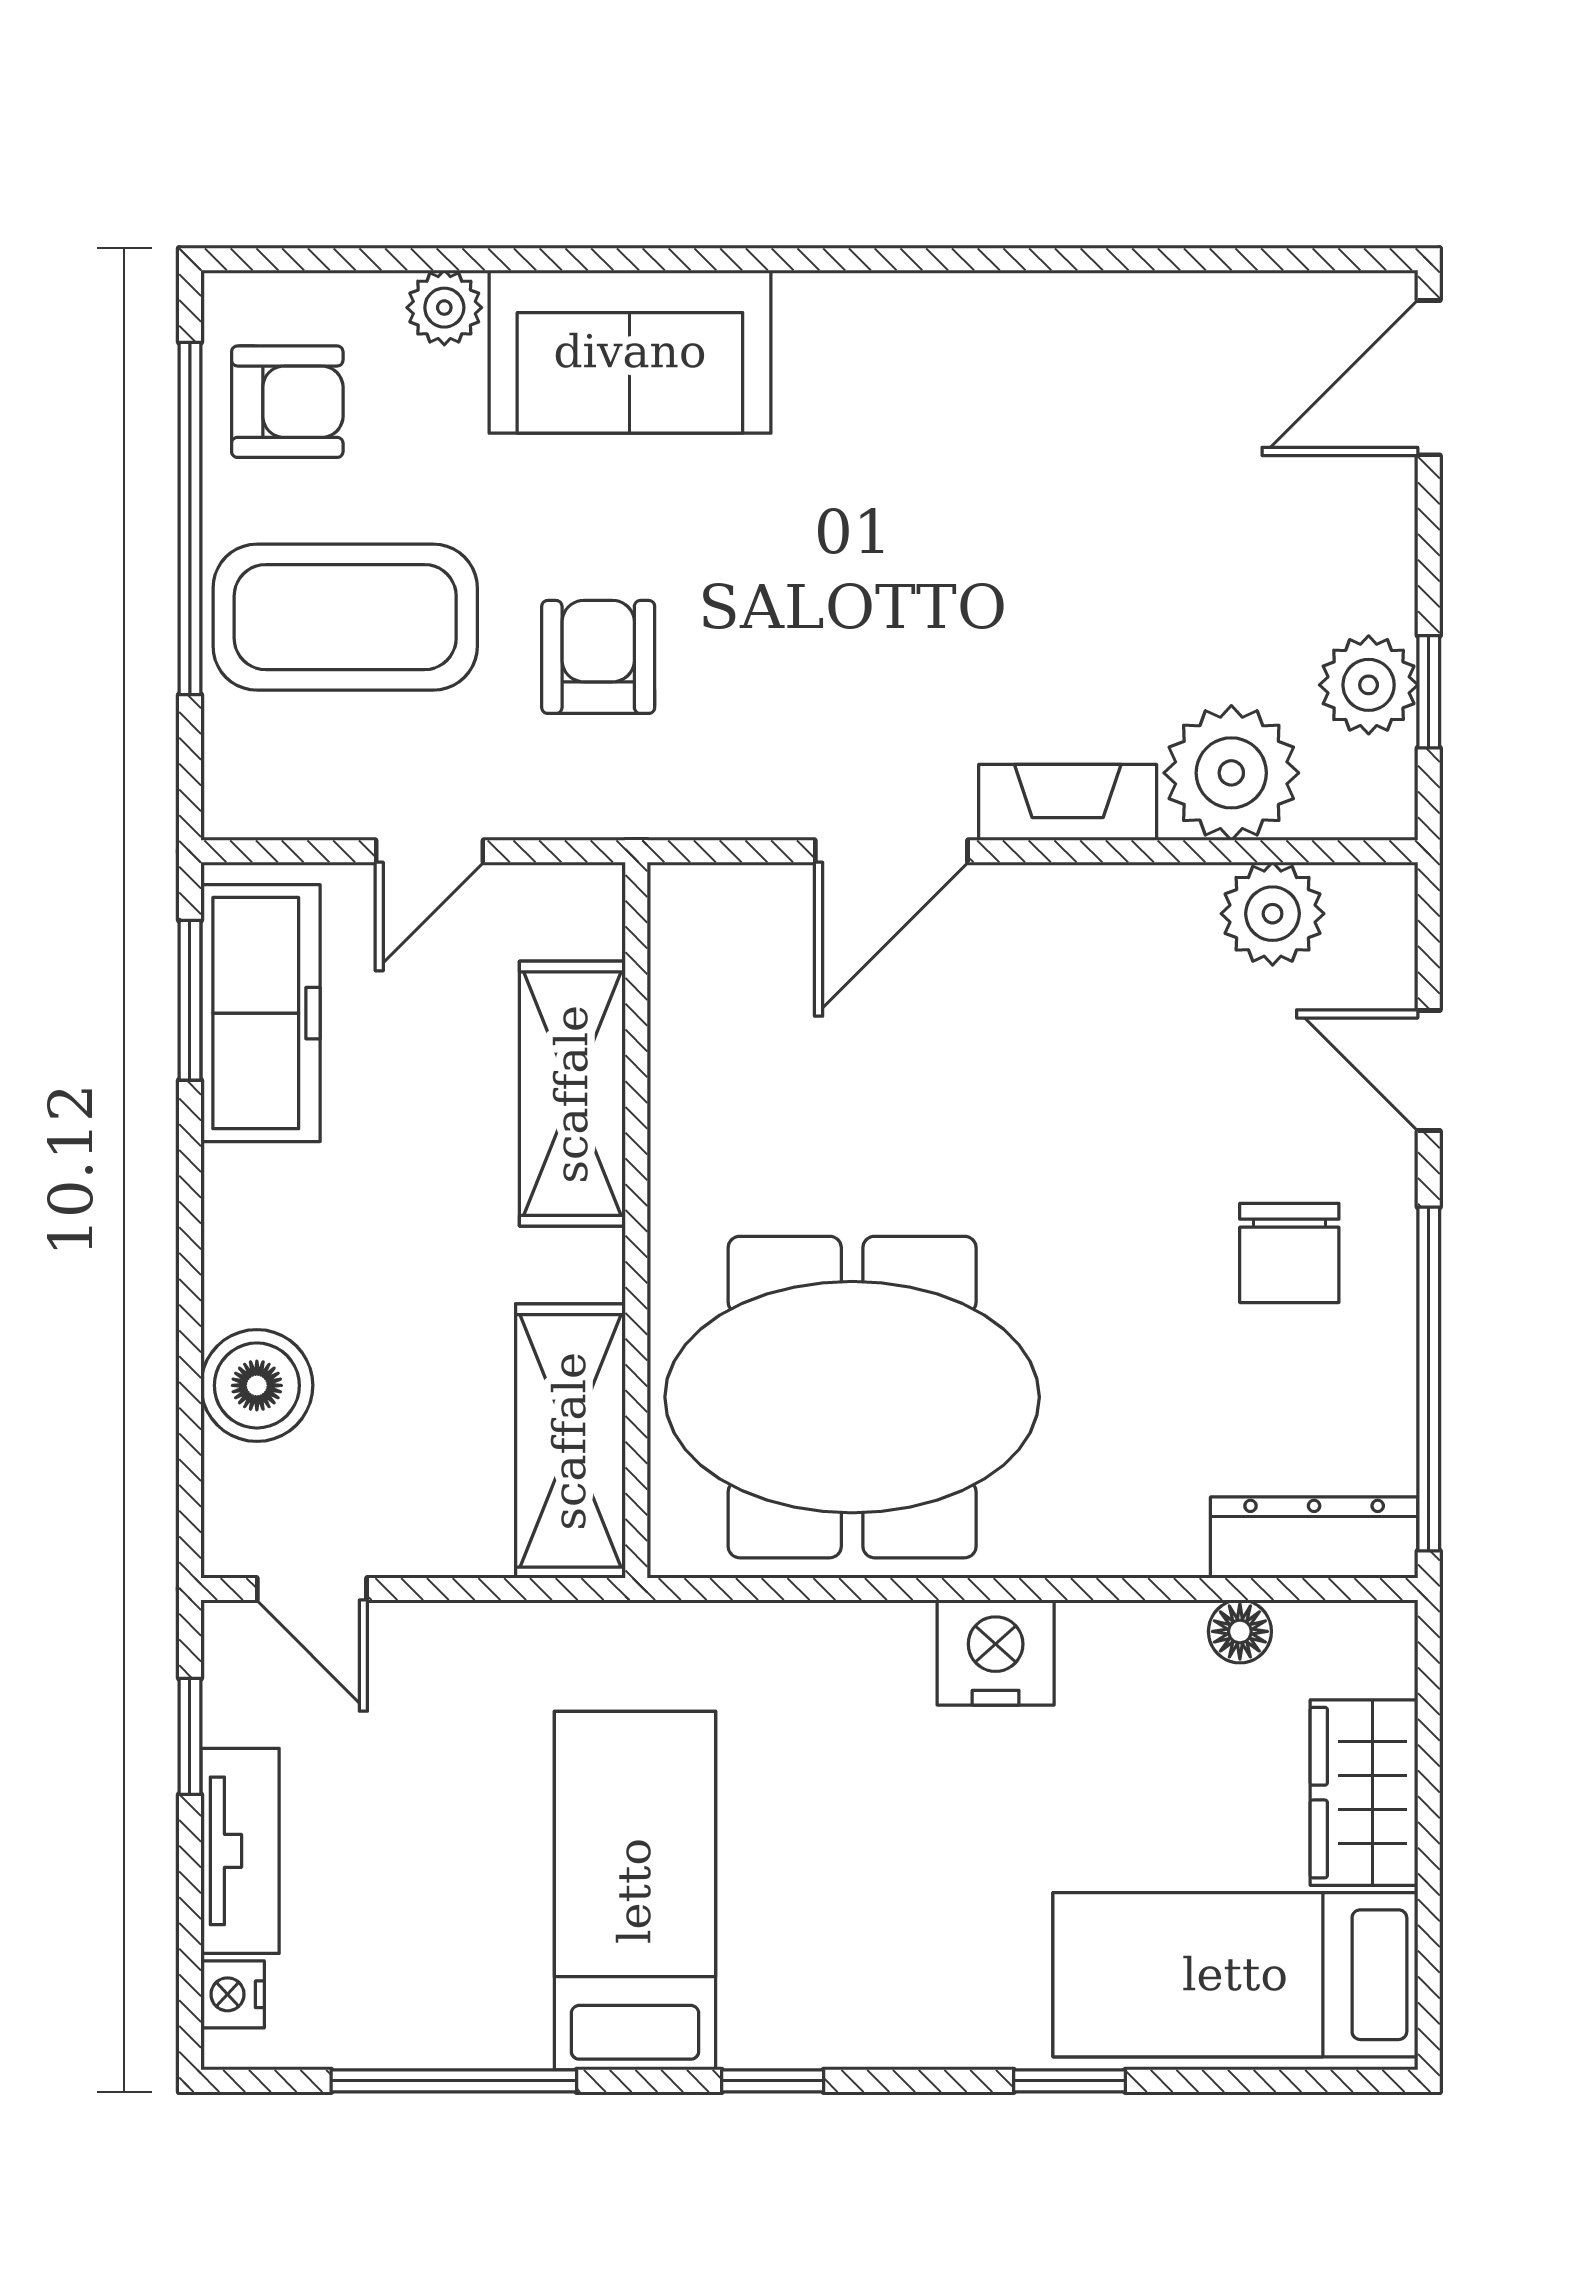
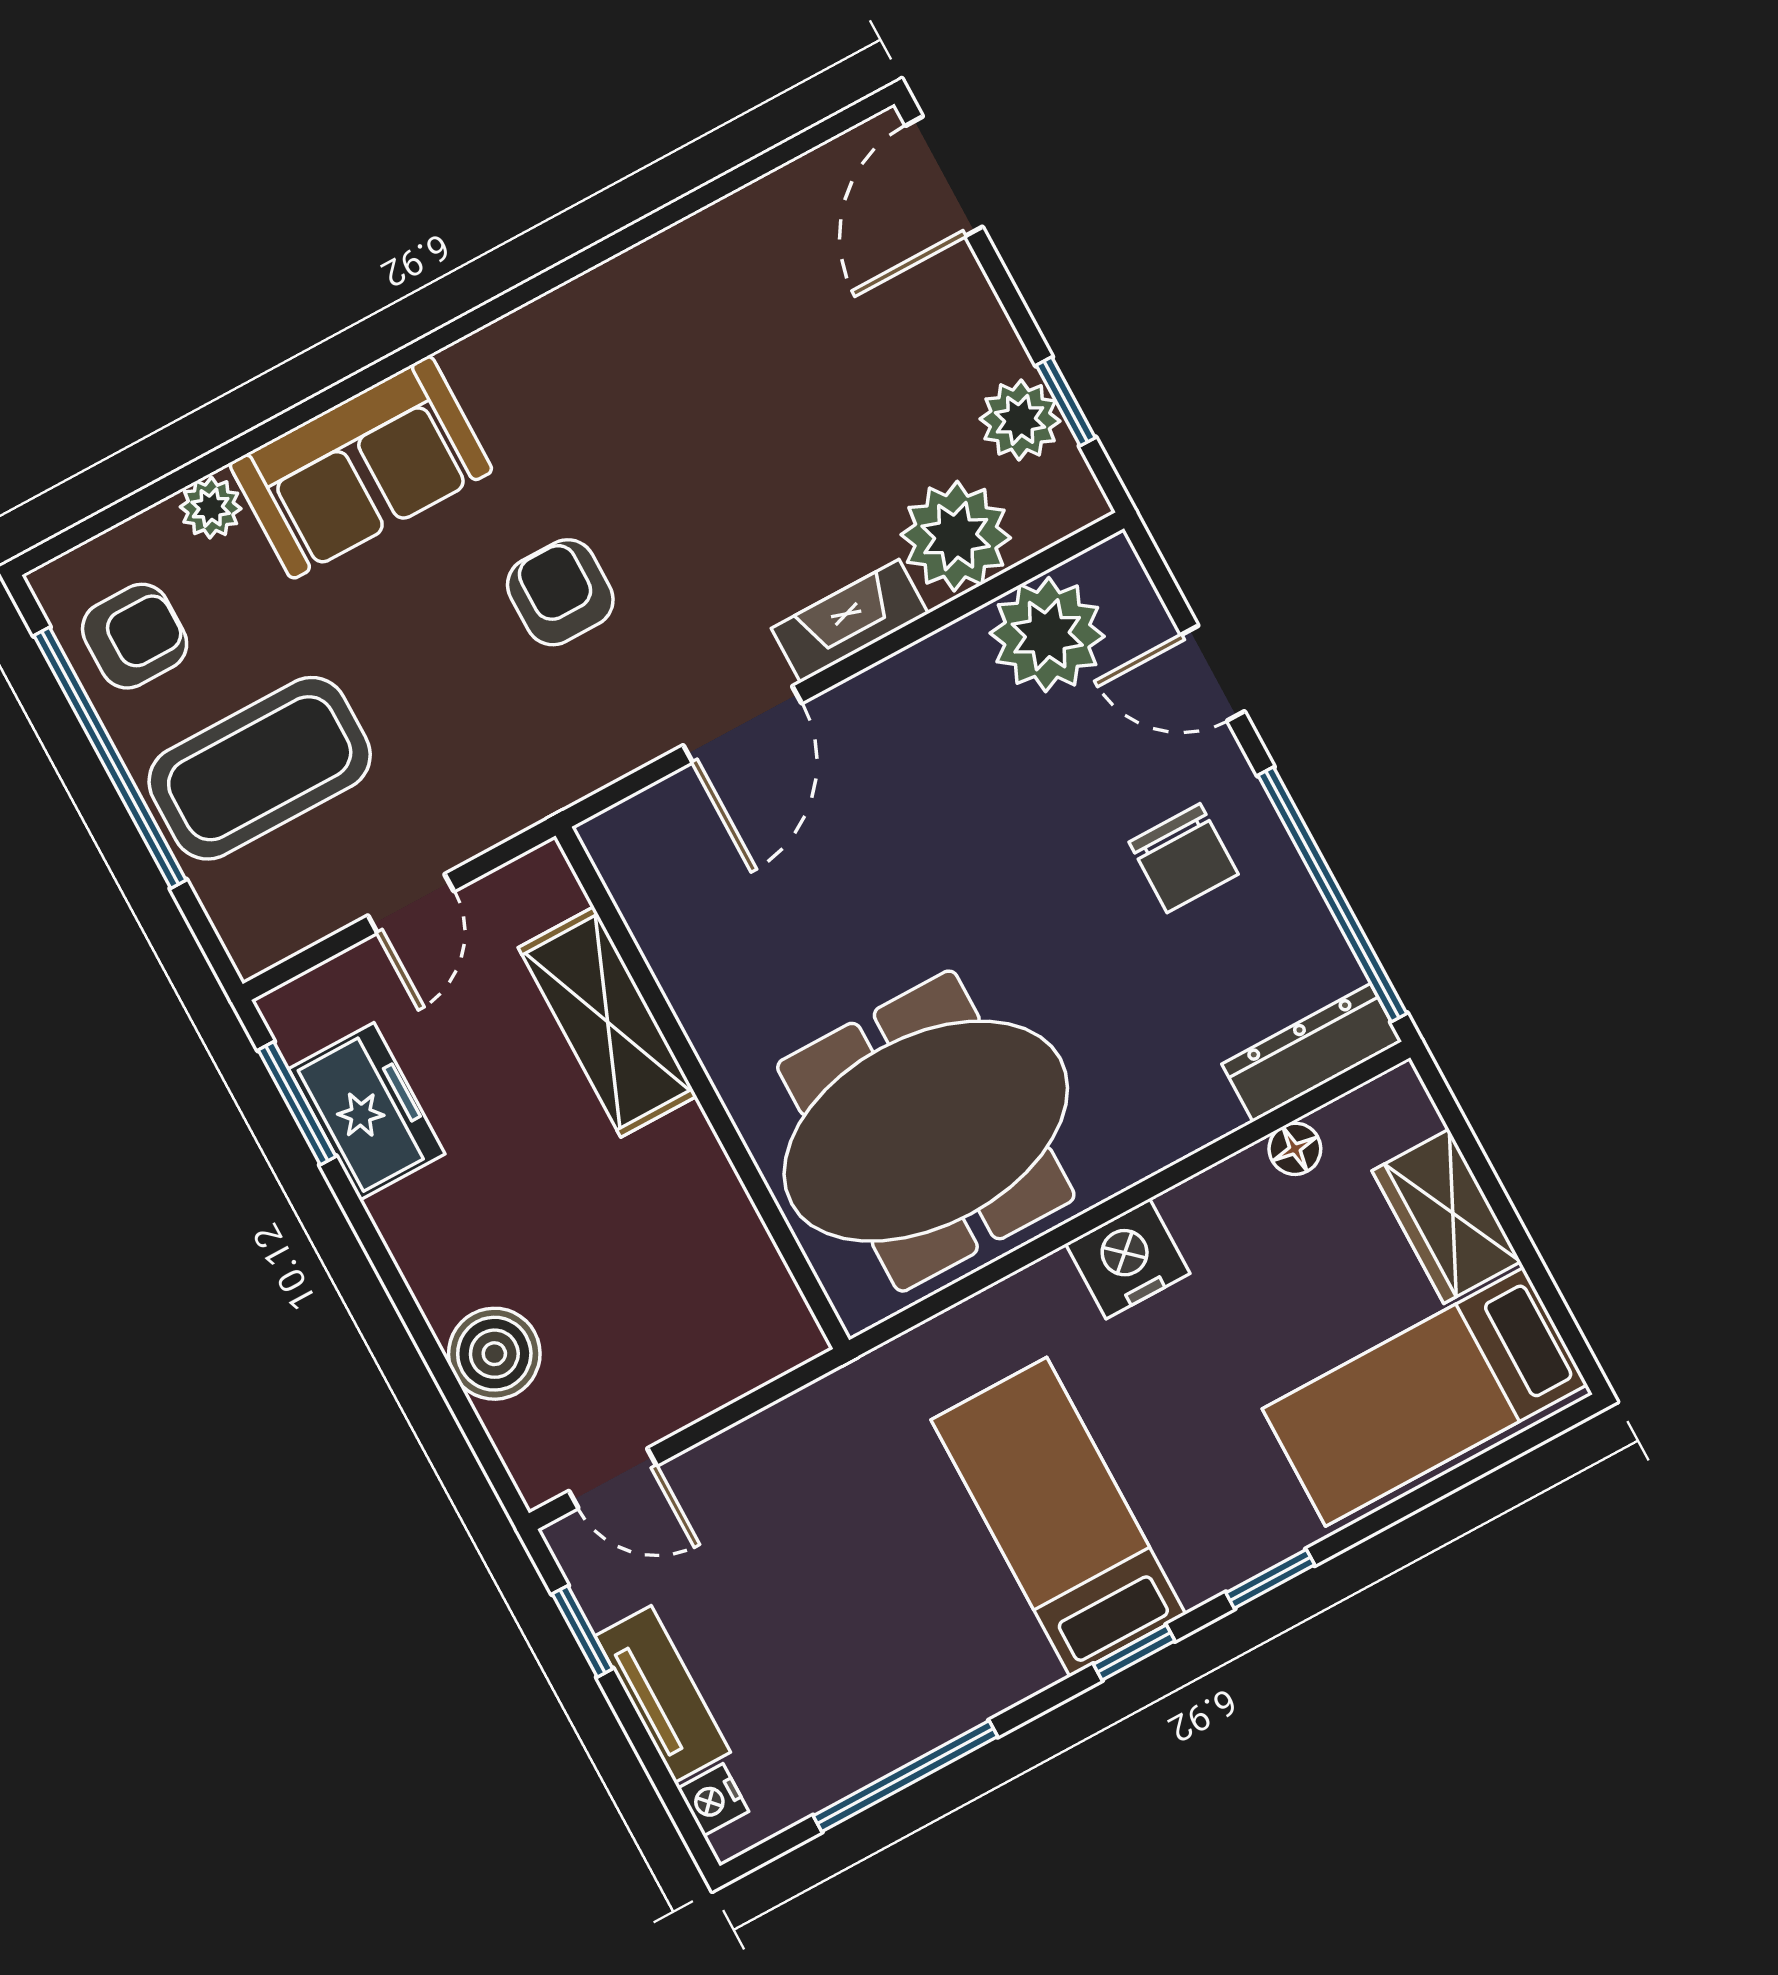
armchair: (598, 657) -> (560, 592), moved
plant: (1273, 914) -> (1047, 635), width x1.36, depth x1.36
freezer: (261, 1013) -> (367, 1111), width x0.71
shelving: (570, 1441) -> (741, 1272), removed
bed: (635, 1891) -> (1058, 1517), moved
window: (1070, 2081) -> (1270, 1579), moved

